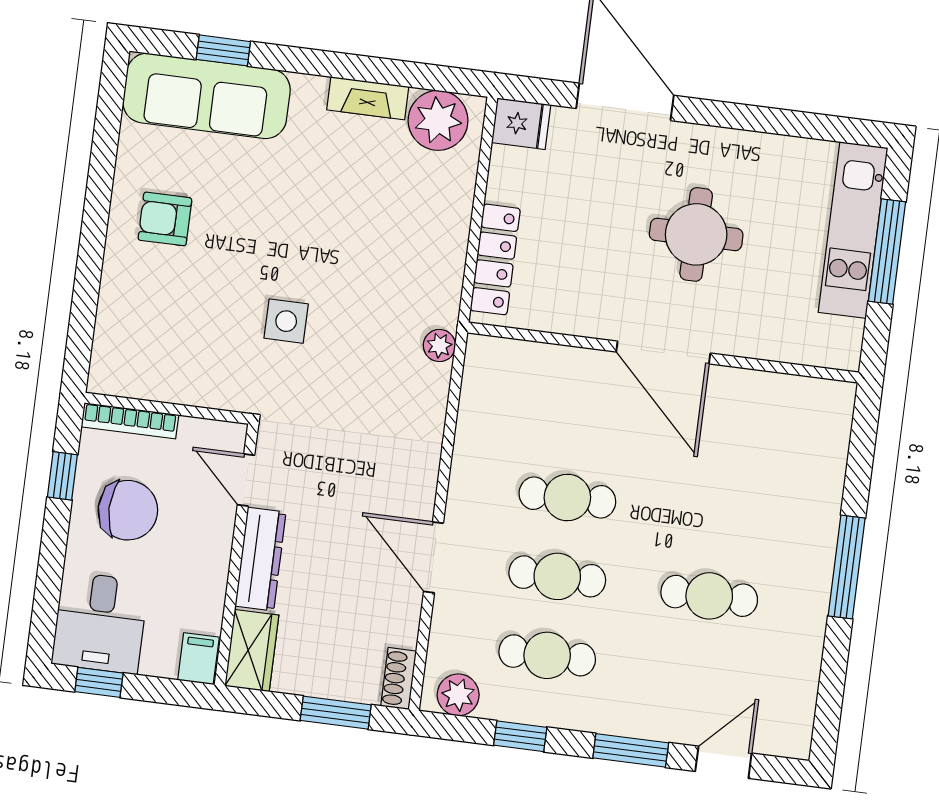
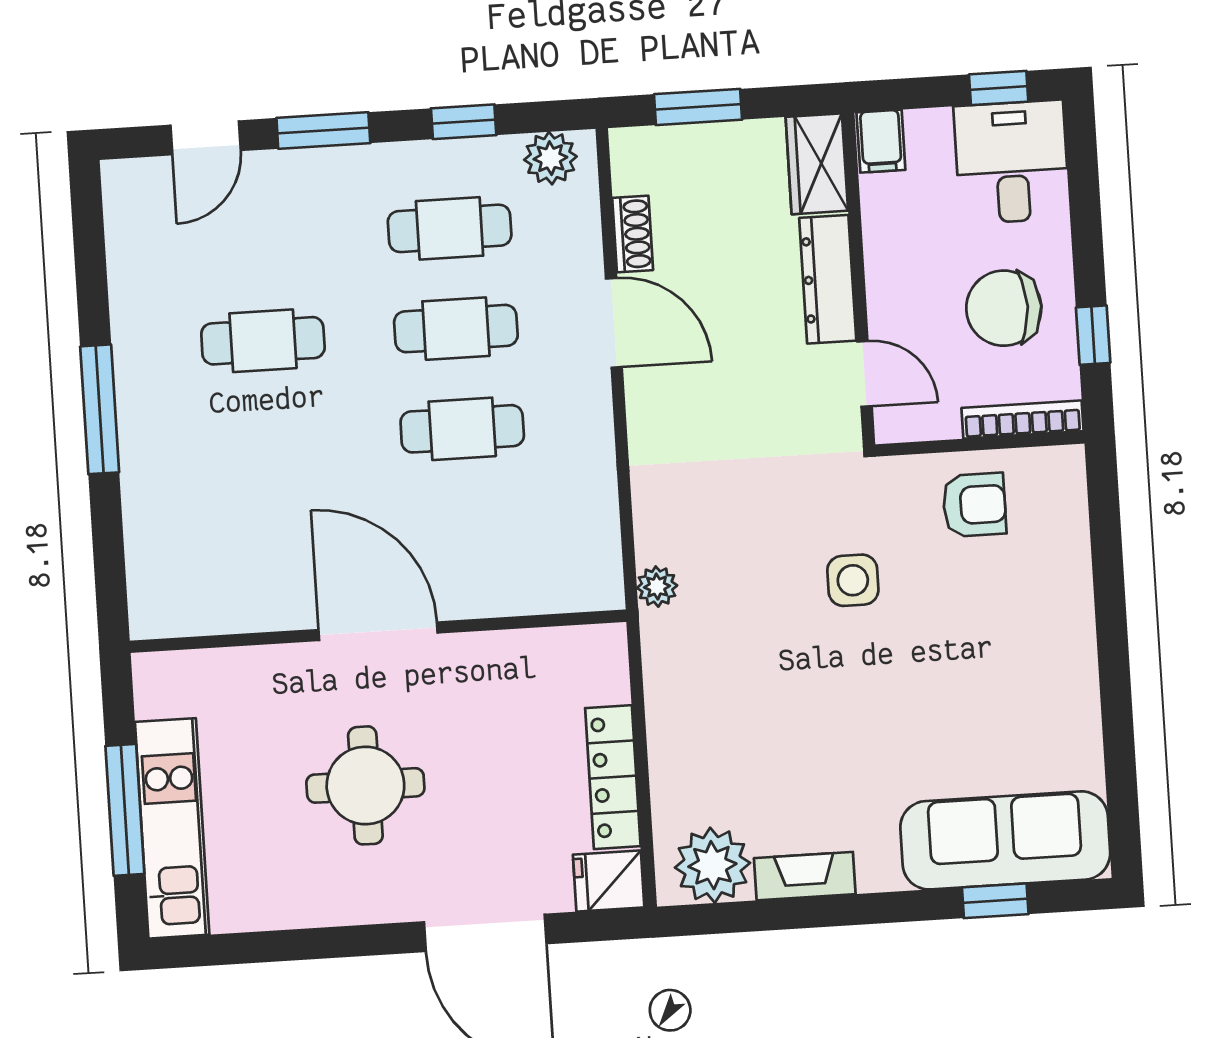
armchair: (165, 219) -> (974, 505), moved
locker: (495, 259) -> (613, 777), moved
shoe rack: (399, 679) -> (633, 234), moved

